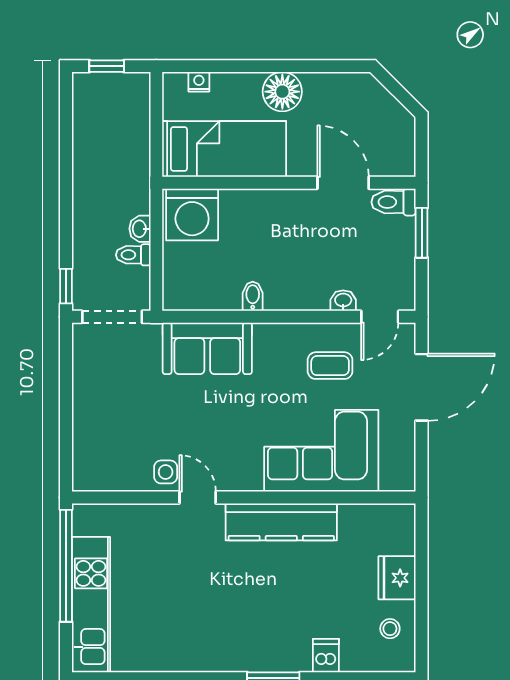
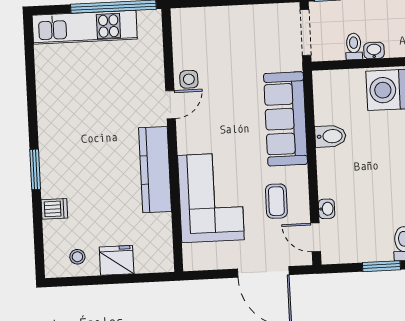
bidet: (253, 296) -> (330, 136), width x1.38, depth x1.36
sofa: (207, 348) -> (286, 119), width x1.36

